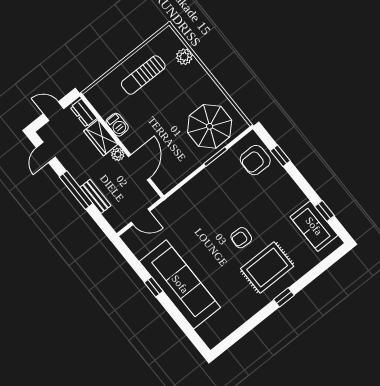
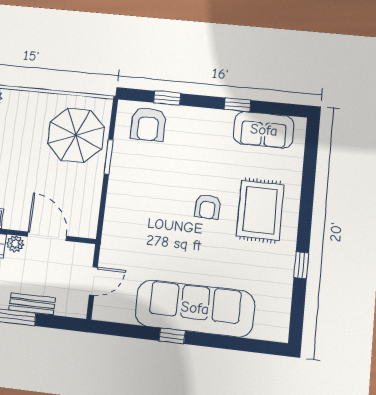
window: (325, 211) -> (238, 105), moved
window: (284, 297) -> (301, 265), moved

